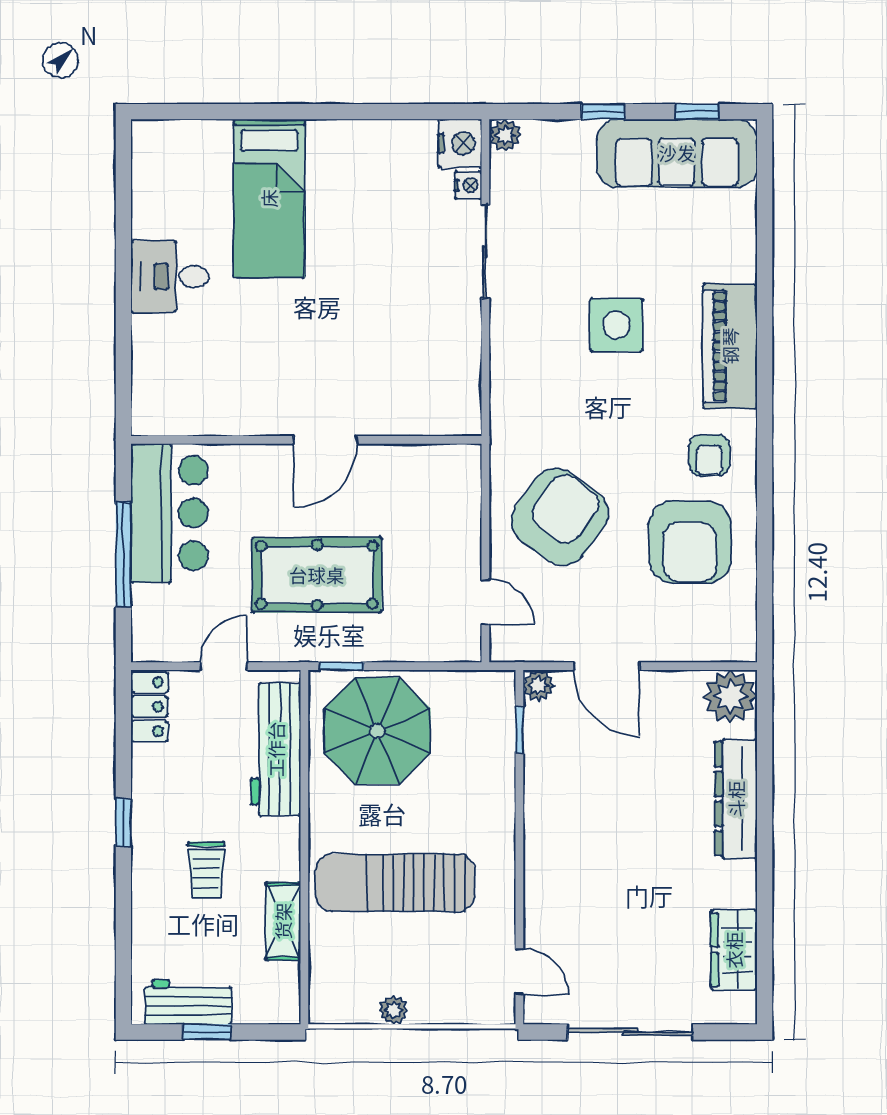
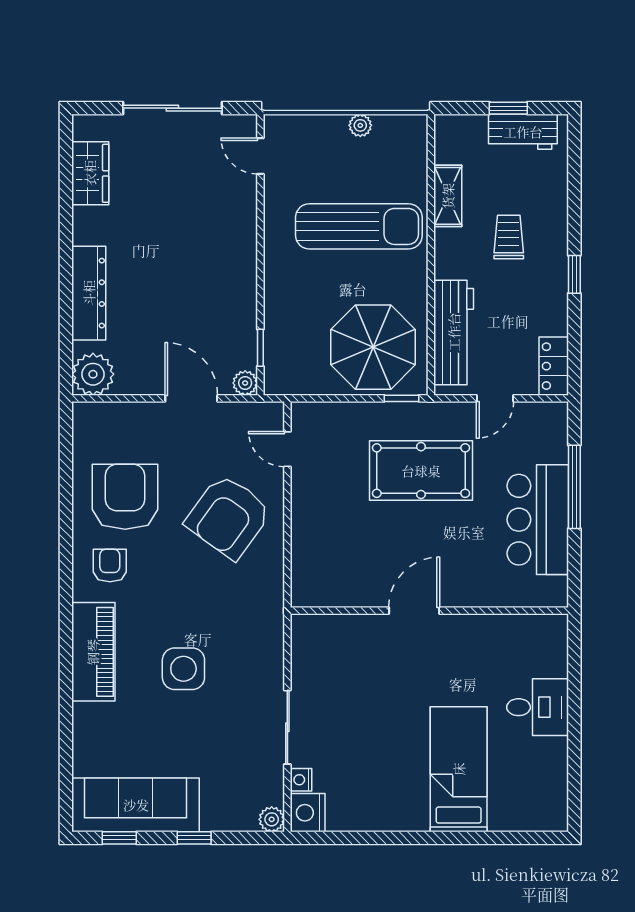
wall: (306, 440) -> (429, 611), moved
door: (325, 440) -> (414, 611), moved

